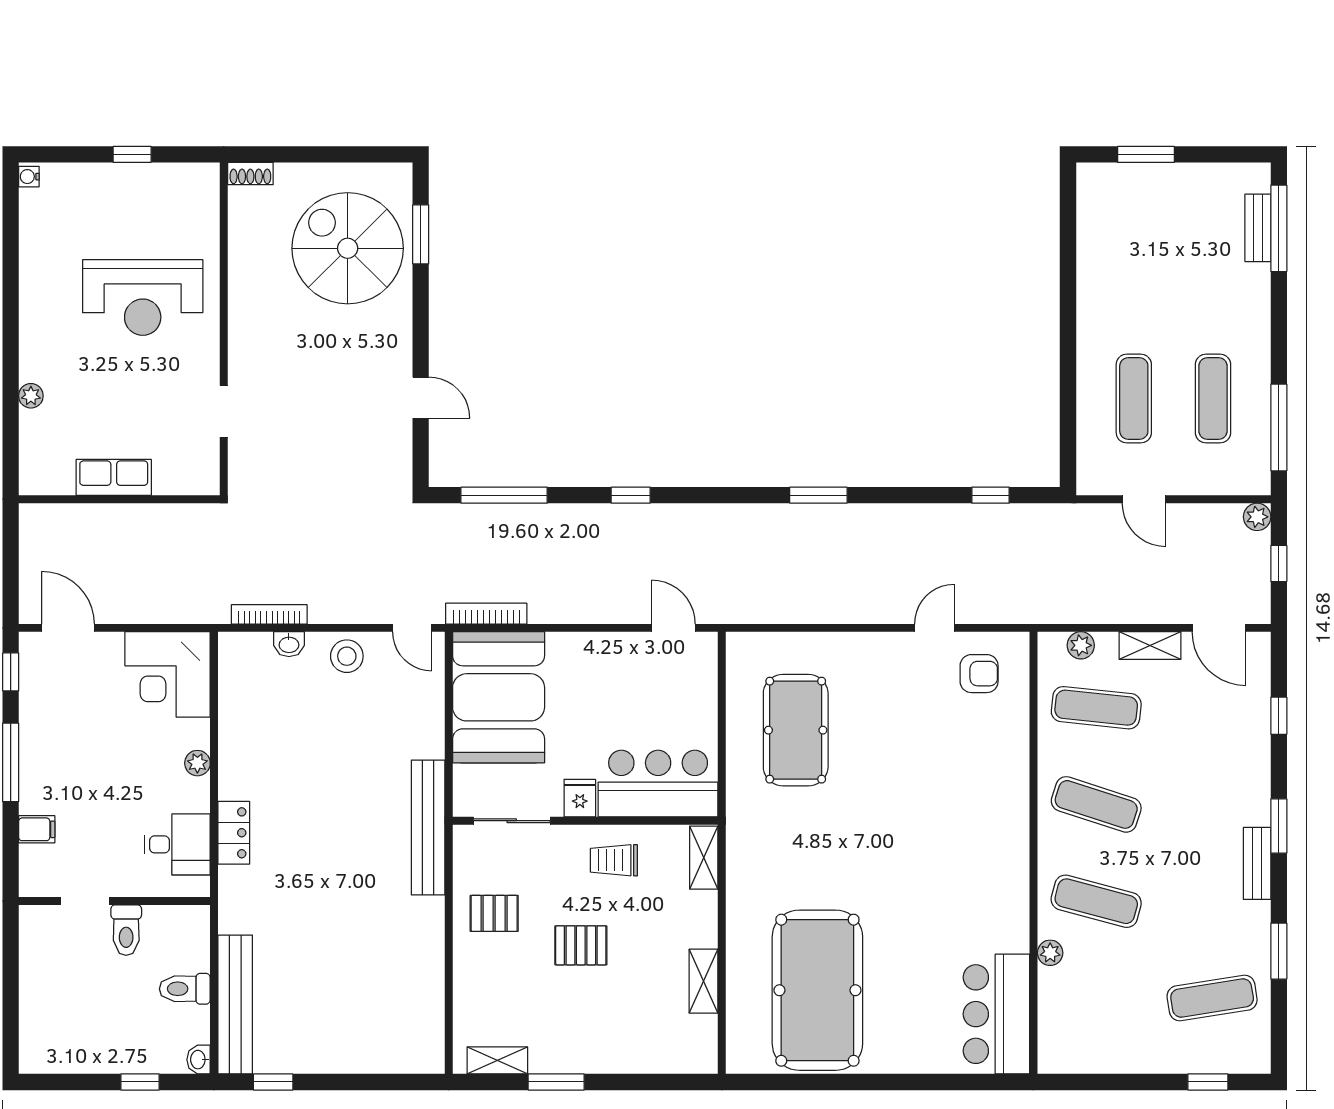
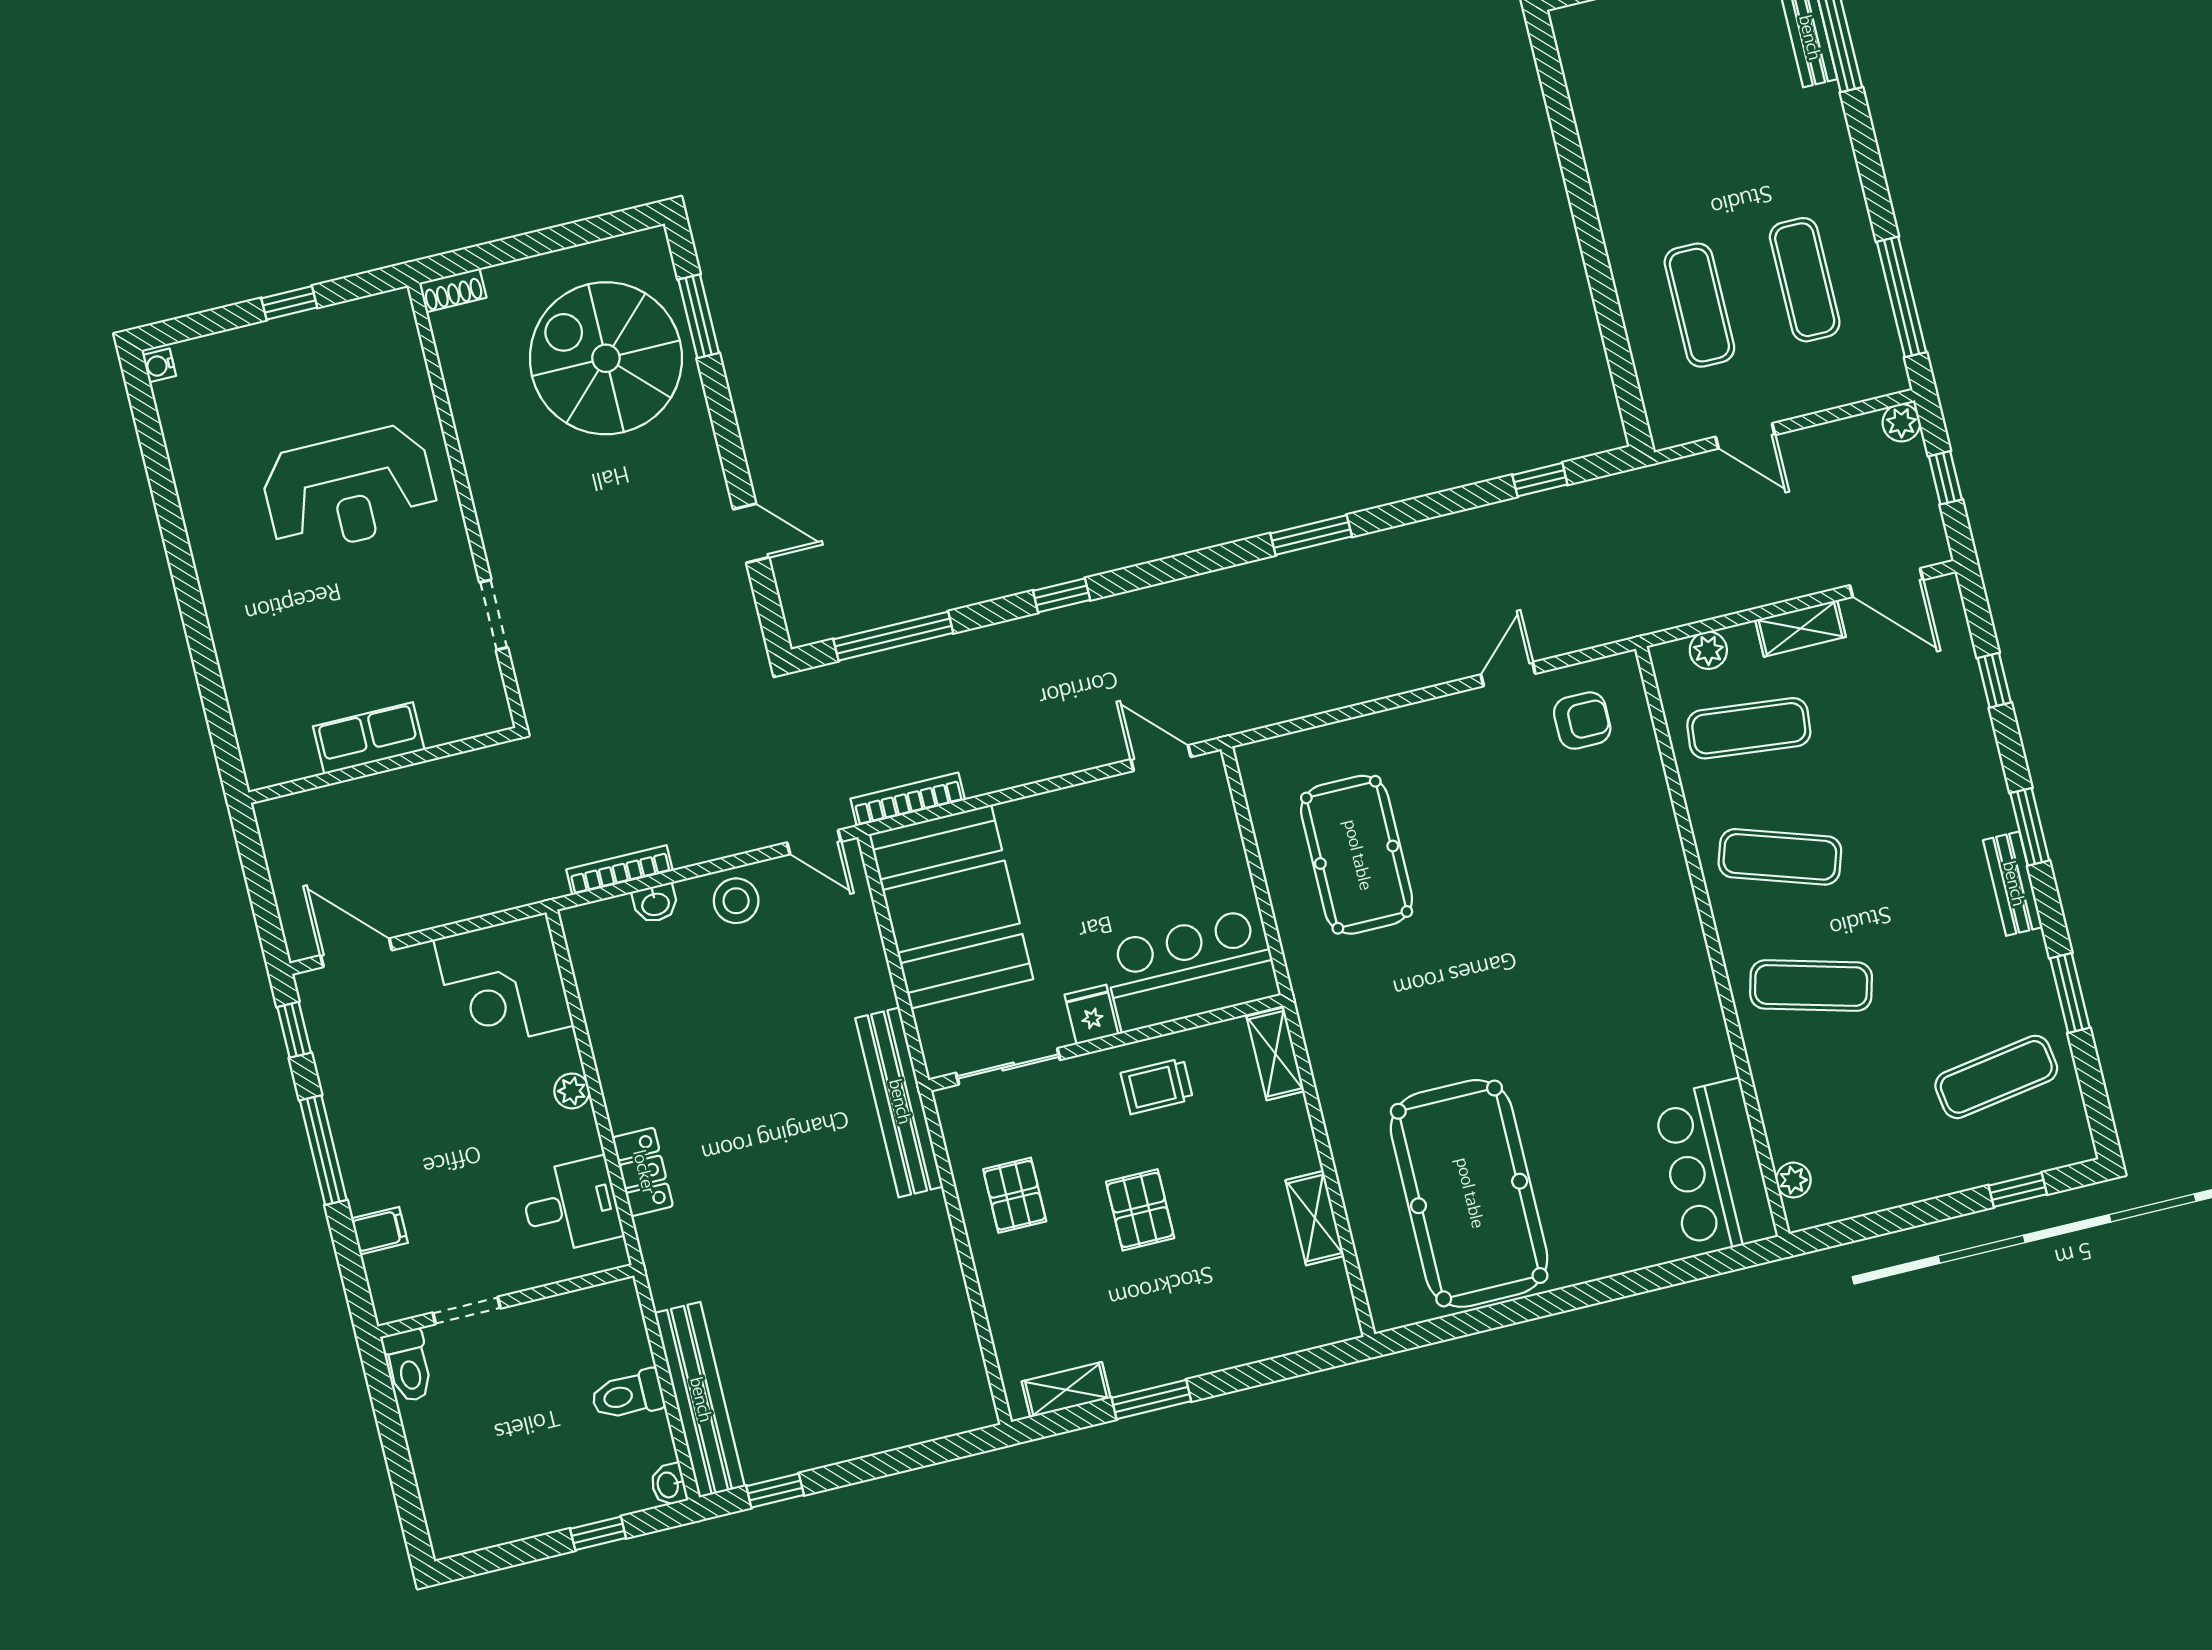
plant: (31, 396) -> (232, 656), removed
pallet: (494, 913) -> (1015, 1195), turned 90
toilet: (126, 930) -> (408, 1366), moved
pallet: (581, 945) -> (1140, 1210), turned 90
plant: (1050, 953) -> (1793, 1180), moved

